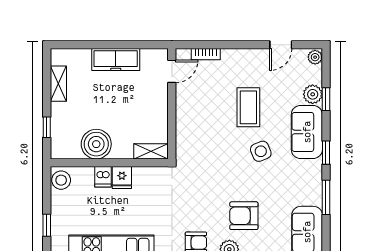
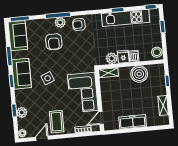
coffee table: (248, 107) -> (57, 122), moved
corner sofa: (200, 120) -> (83, 93), added
sofa: (307, 132) -> (21, 74), moved
plant: (143, 176) -> (112, 58), added
armchair: (244, 216) -> (54, 42), turned 90

